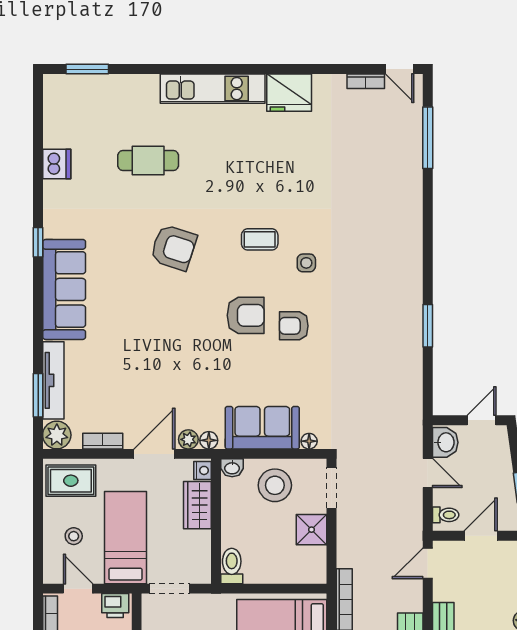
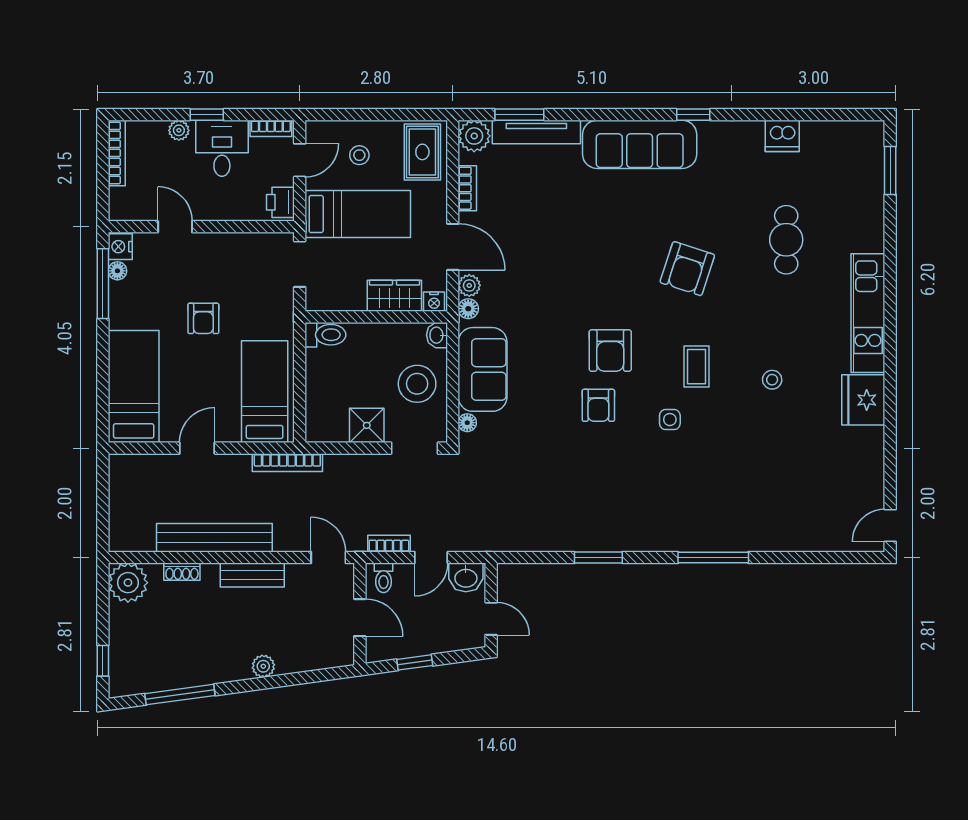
bookcase: (366, 81) -> (389, 544), moved, turned 90
window: (428, 138) -> (713, 557), moved
stool: (271, 173) -> (772, 380), added
armchair: (294, 326) -> (598, 405), turned 180

